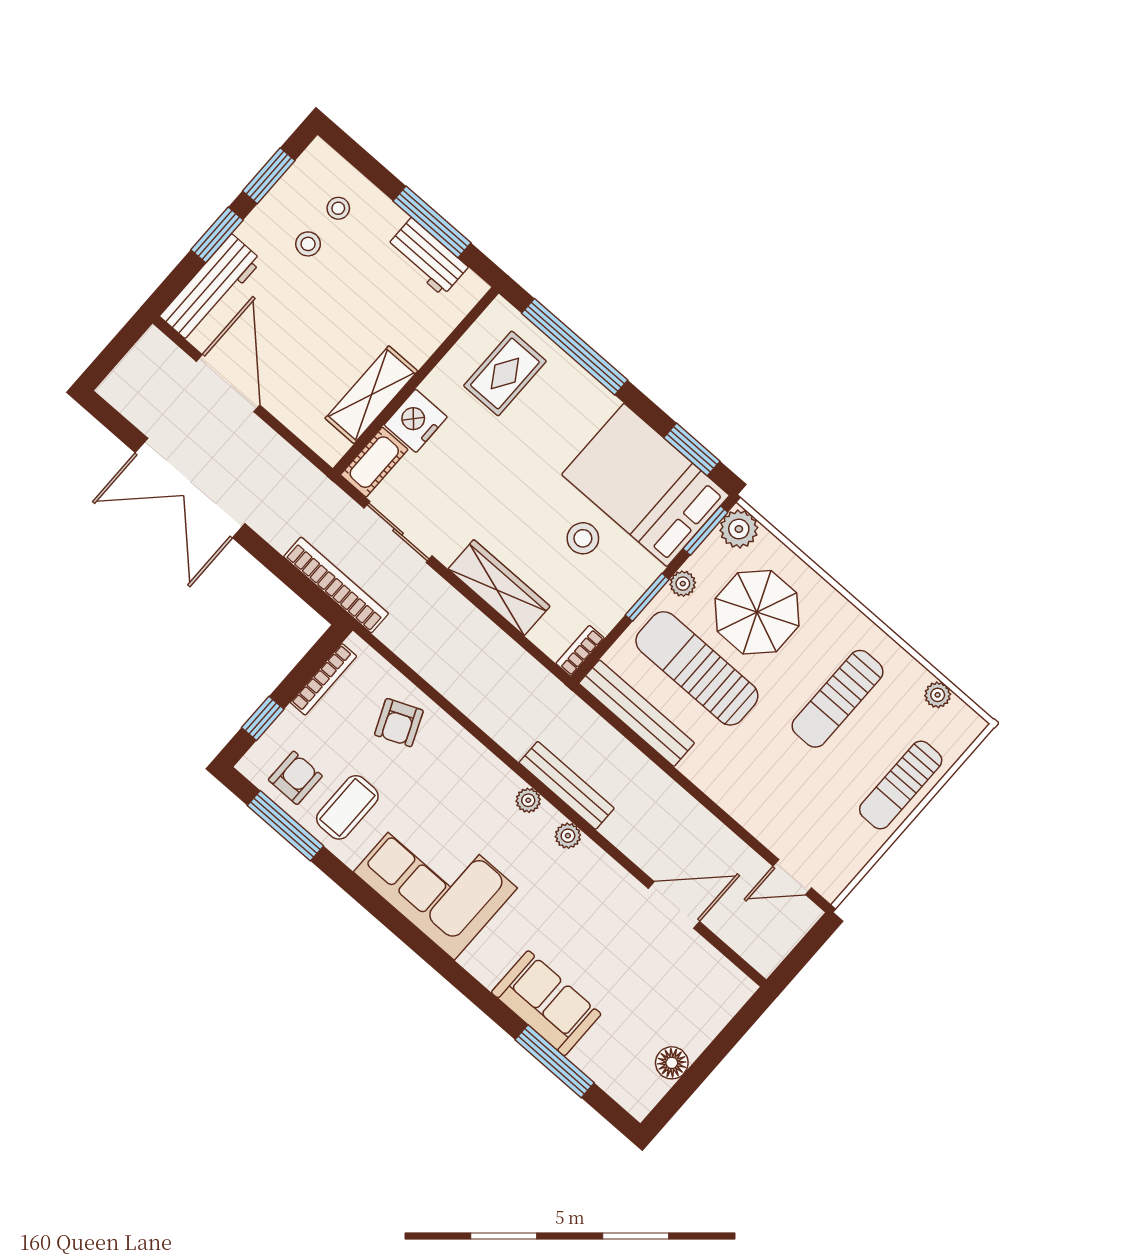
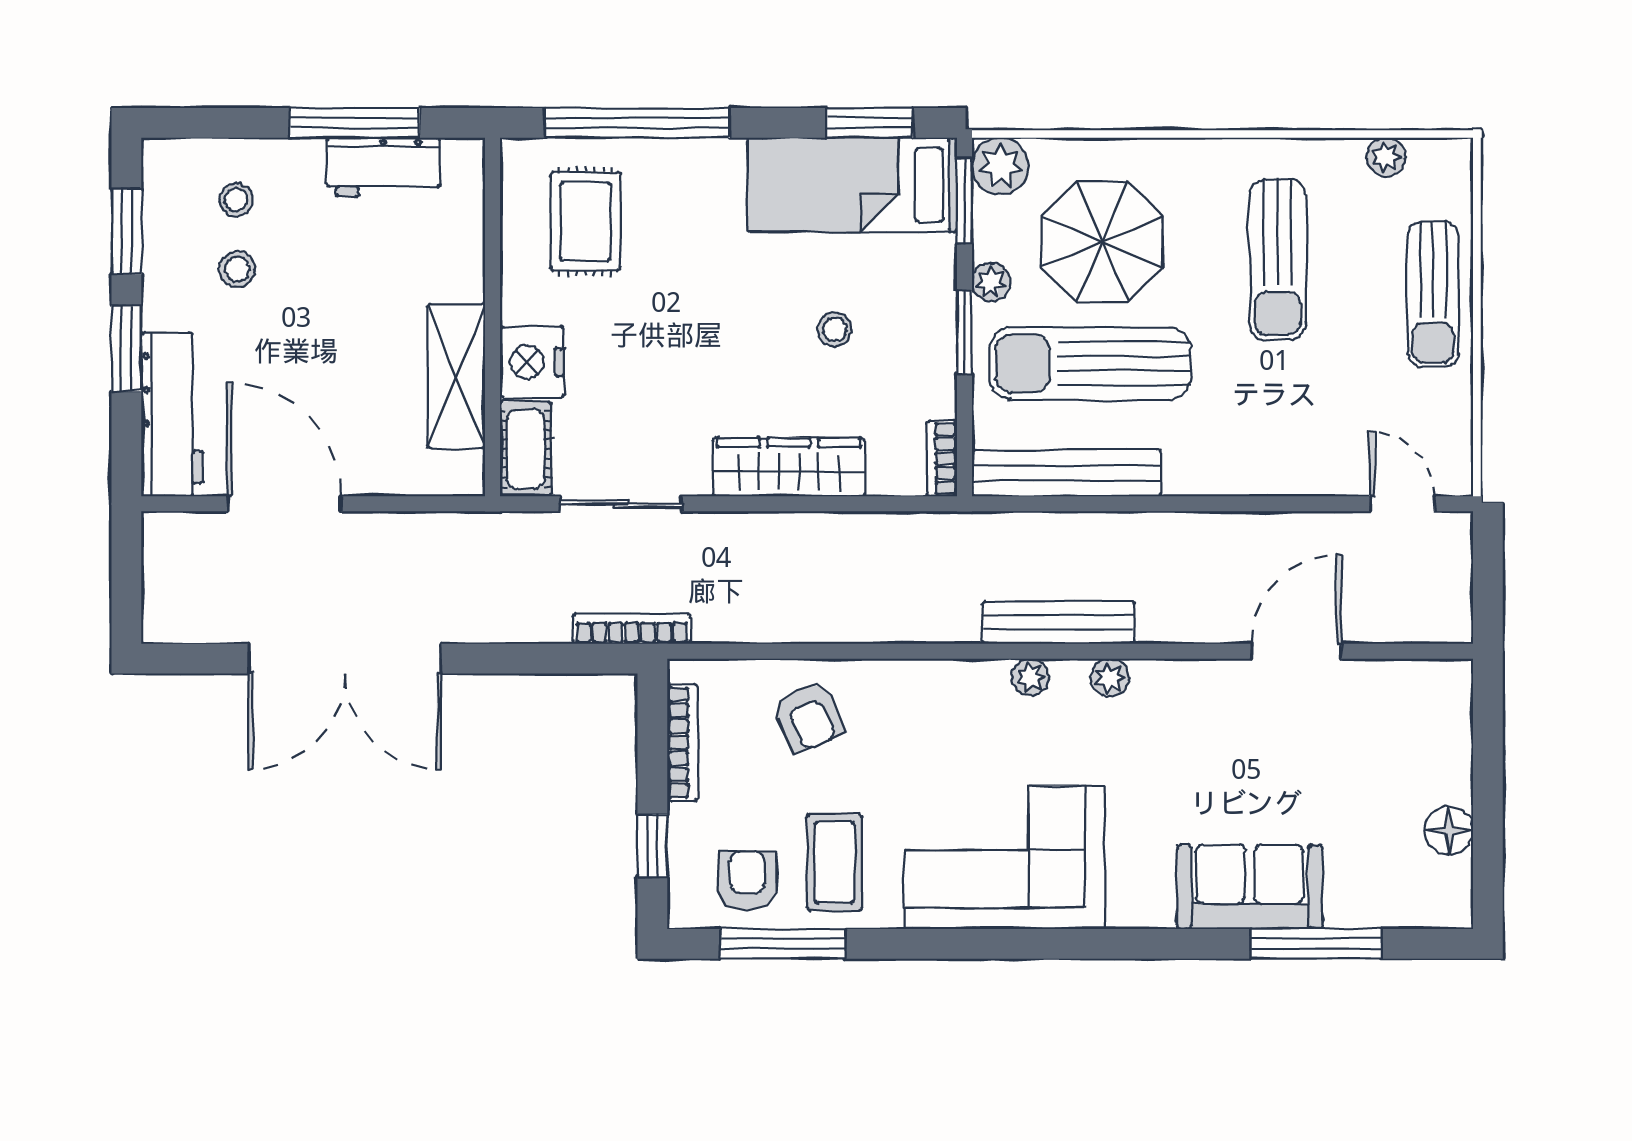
bed: (645, 485) -> (852, 185), width x0.67
stool: (583, 538) -> (835, 330), width x0.73, depth x0.73
bookcase: (336, 585) -> (632, 629), width x0.68, depth x0.76
door: (792, 877) -> (1402, 504), swing flipped

